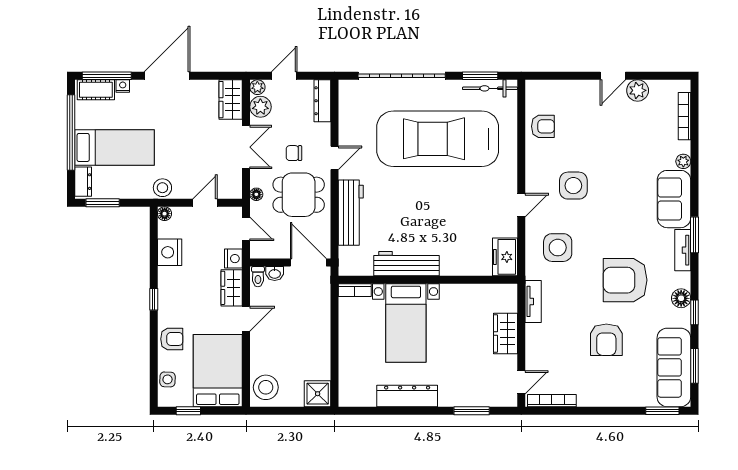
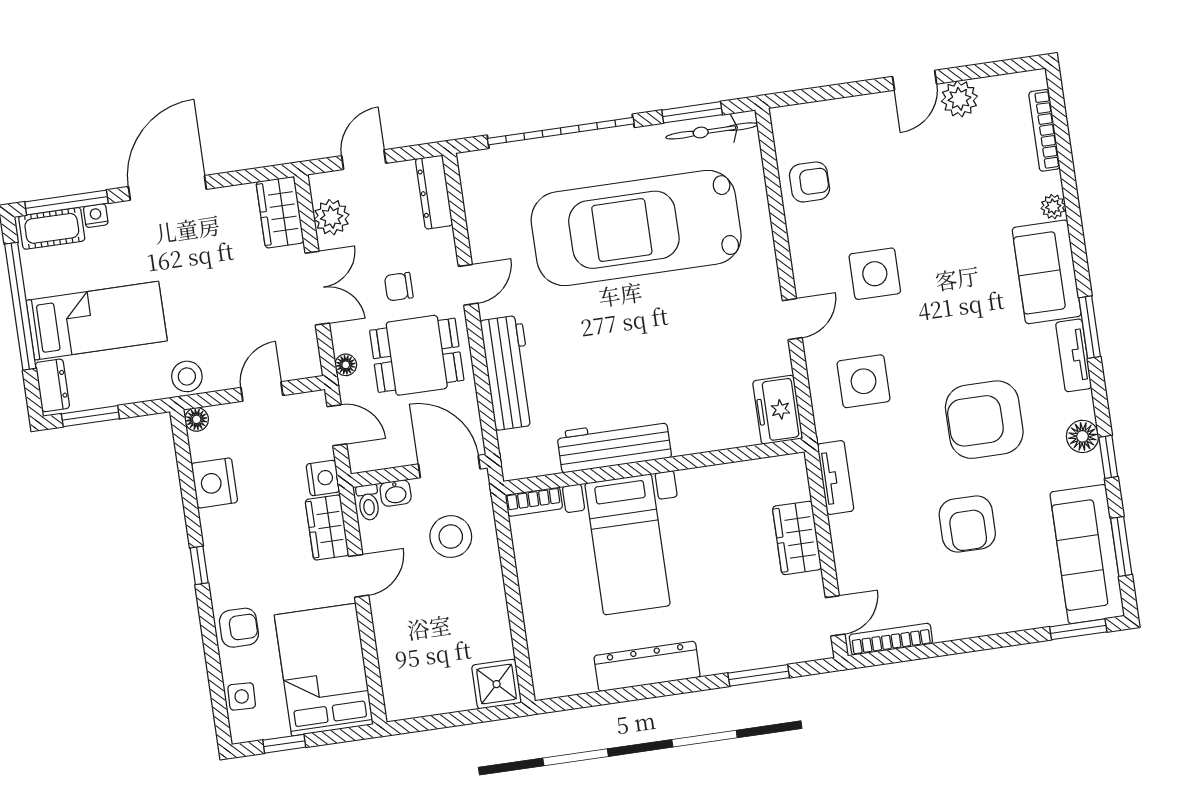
plant: (257, 87) -> (322, 185), removed
stool: (266, 387) -> (451, 537), moved

